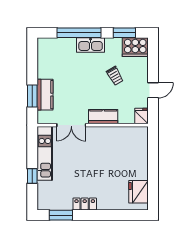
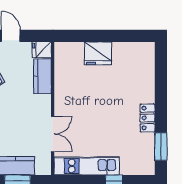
kitchen counter: (103, 117) -> (42, 76), moved
fridge: (139, 192) -> (98, 53), moved

